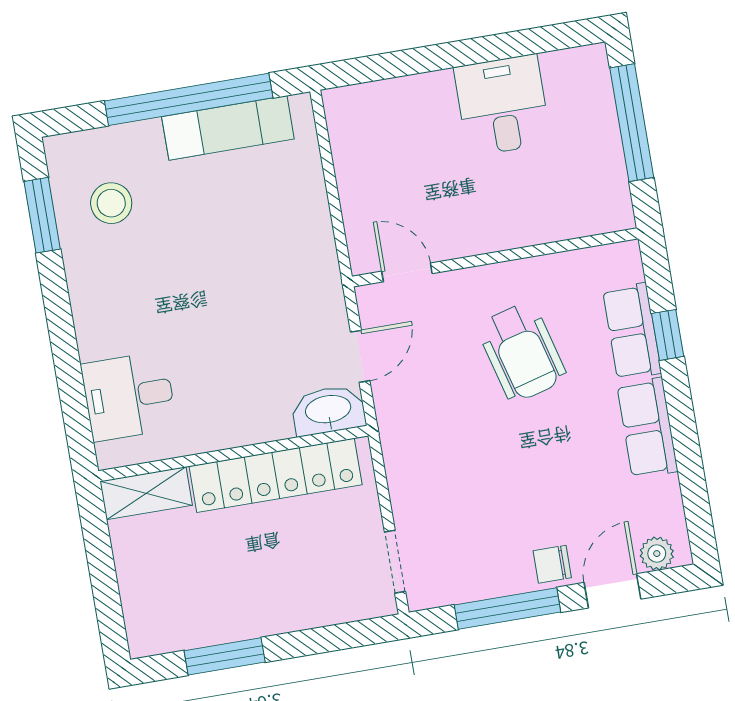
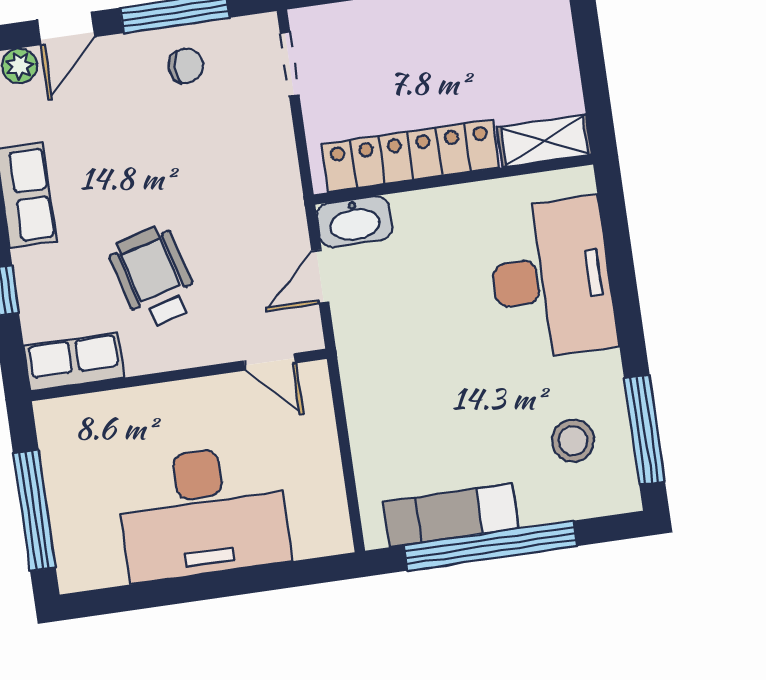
desk: (502, 105) -> (203, 512), width x1.87, depth x1.30
window: (42, 215) -> (645, 430), width x1.44
row of seats: (632, 331) -> (74, 362), moved, turned -90
desk: (129, 396) -> (552, 278), width x1.87, depth x1.30
chair: (552, 564) -> (186, 66), moved

